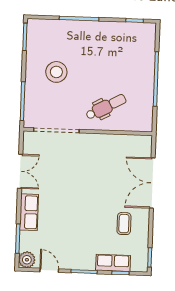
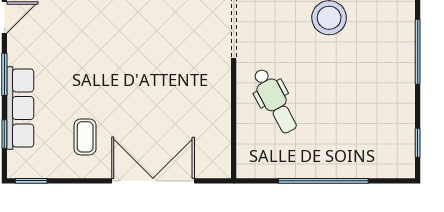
coffee table: (124, 224) -> (85, 137), turned 90
row of seats: (113, 263) -> (20, 108), width x1.48

